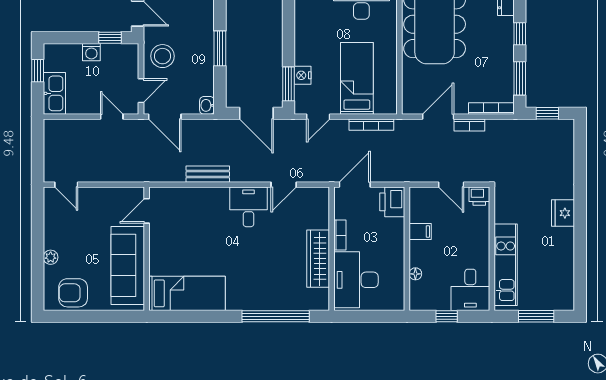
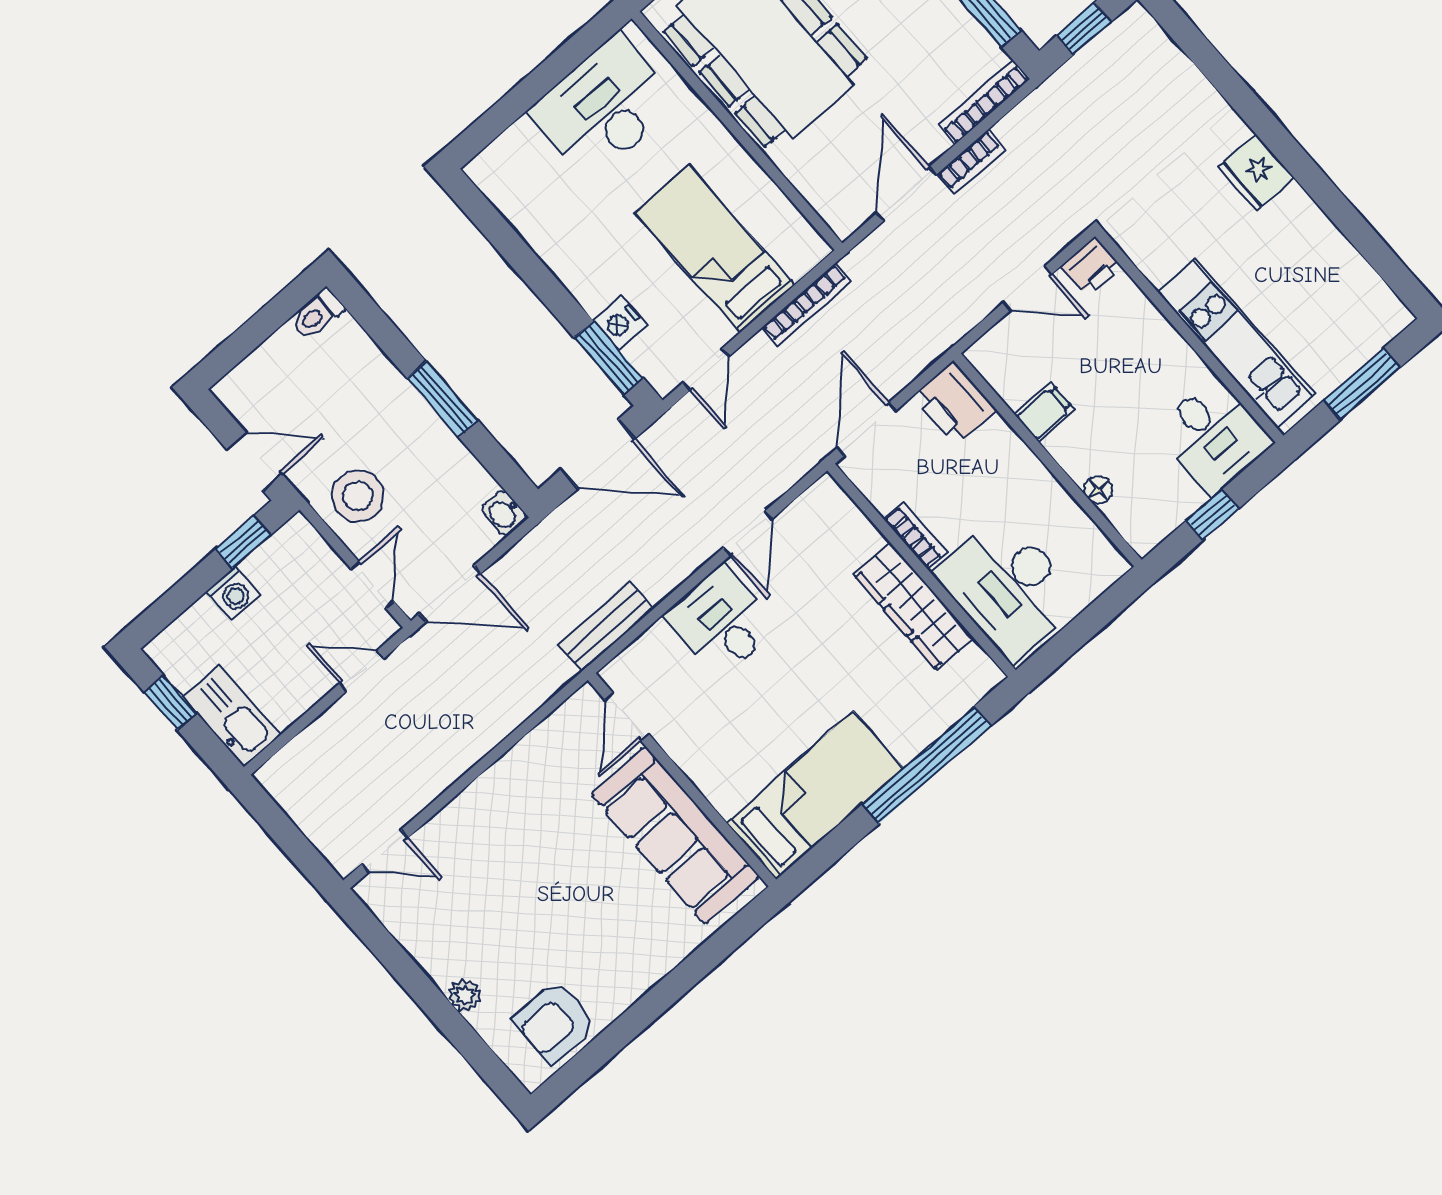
door: (147, 211) -> (627, 717), moved
wall: (147, 249) -> (682, 780), moved
sofa: (128, 265) -> (675, 835), moved
bed: (187, 293) -> (815, 795), moved

